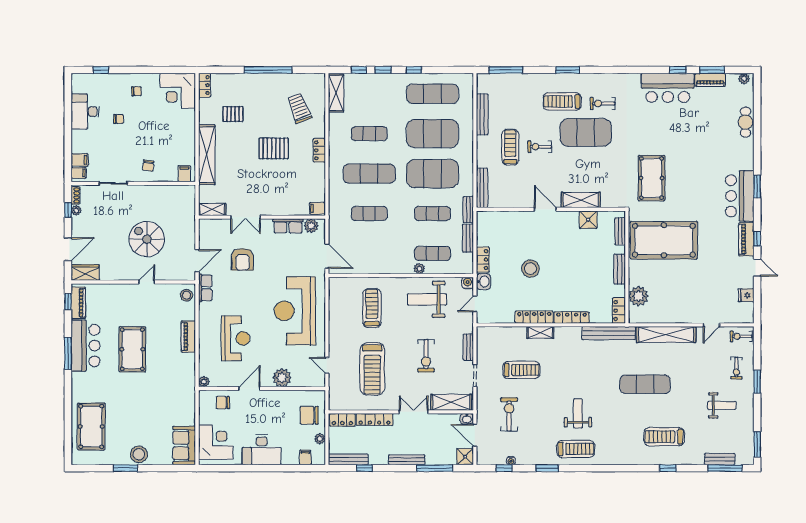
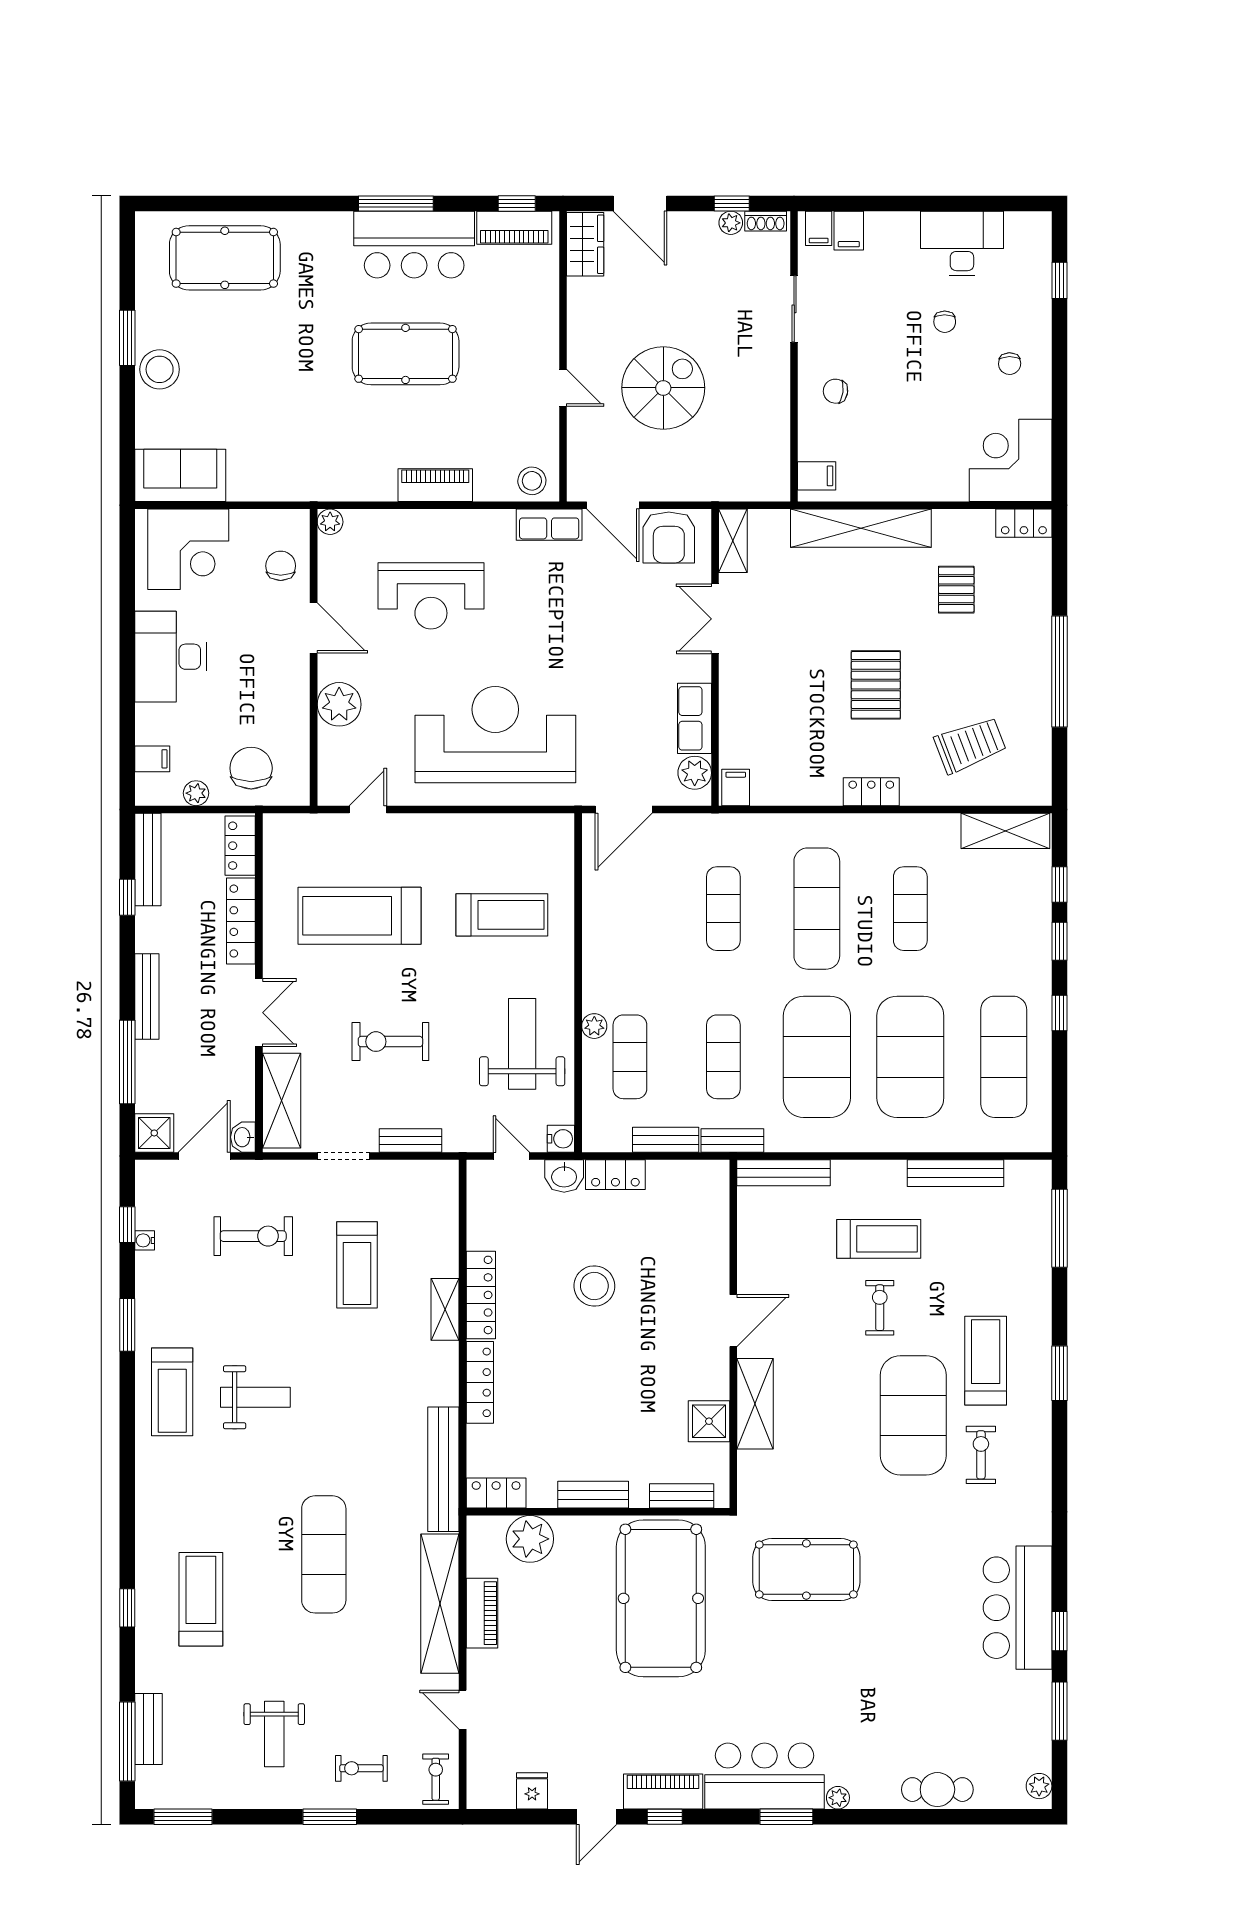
piano: (710, 80) -> (482, 1613), moved, turned 180
plant: (749, 165) -> (838, 1798), added
armchair: (243, 259) -> (669, 537), moved, turned -90

